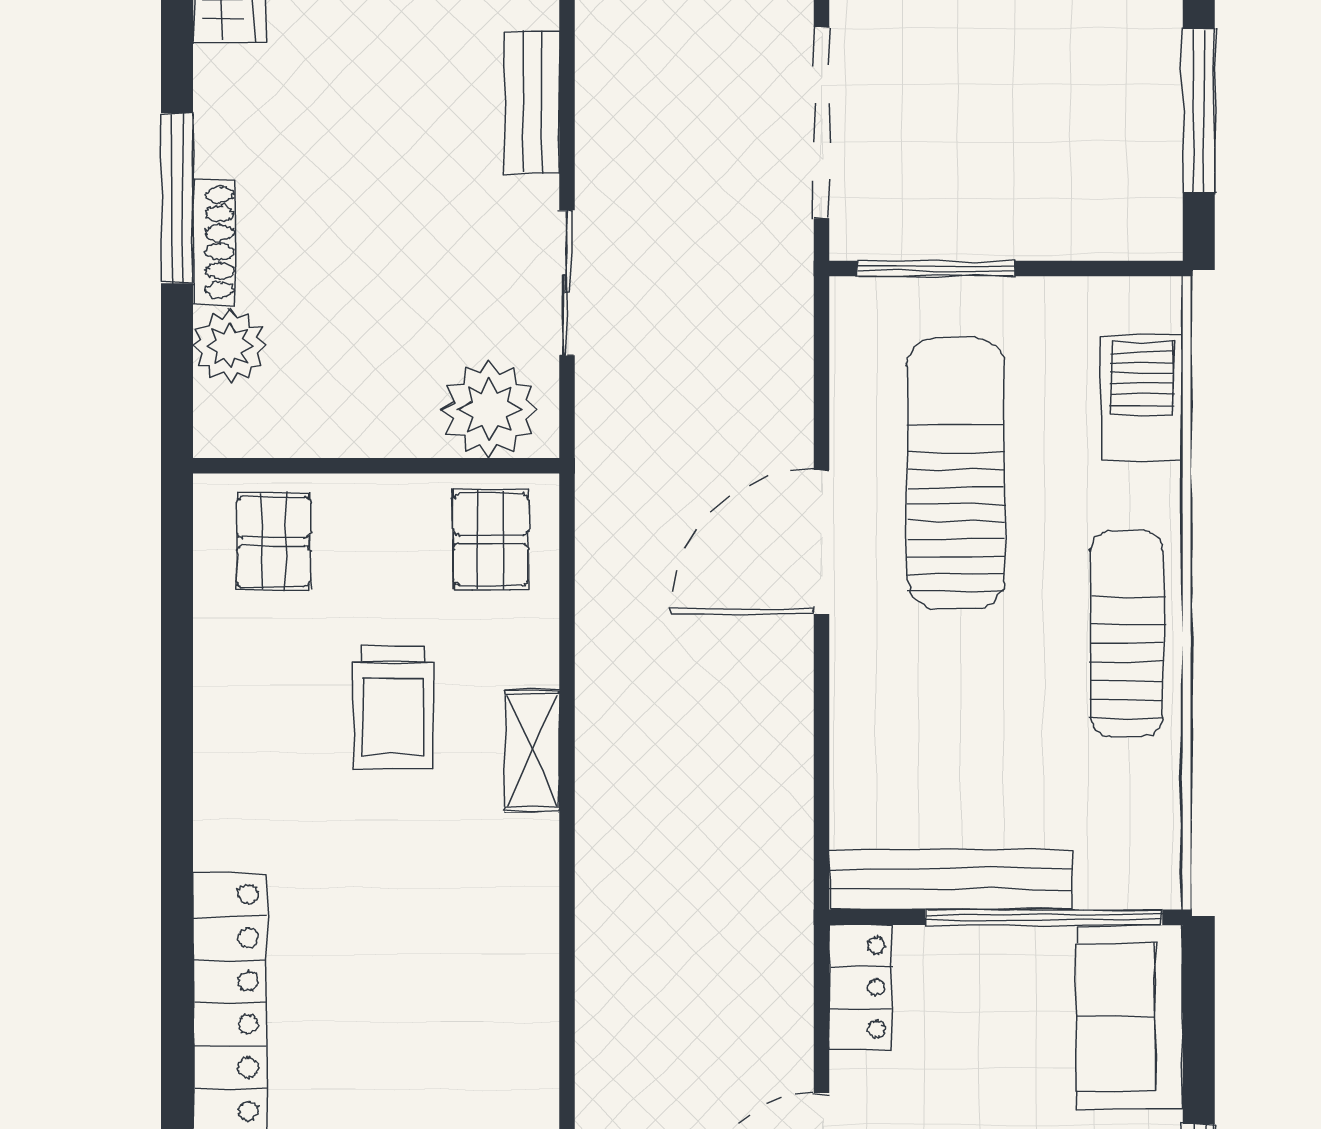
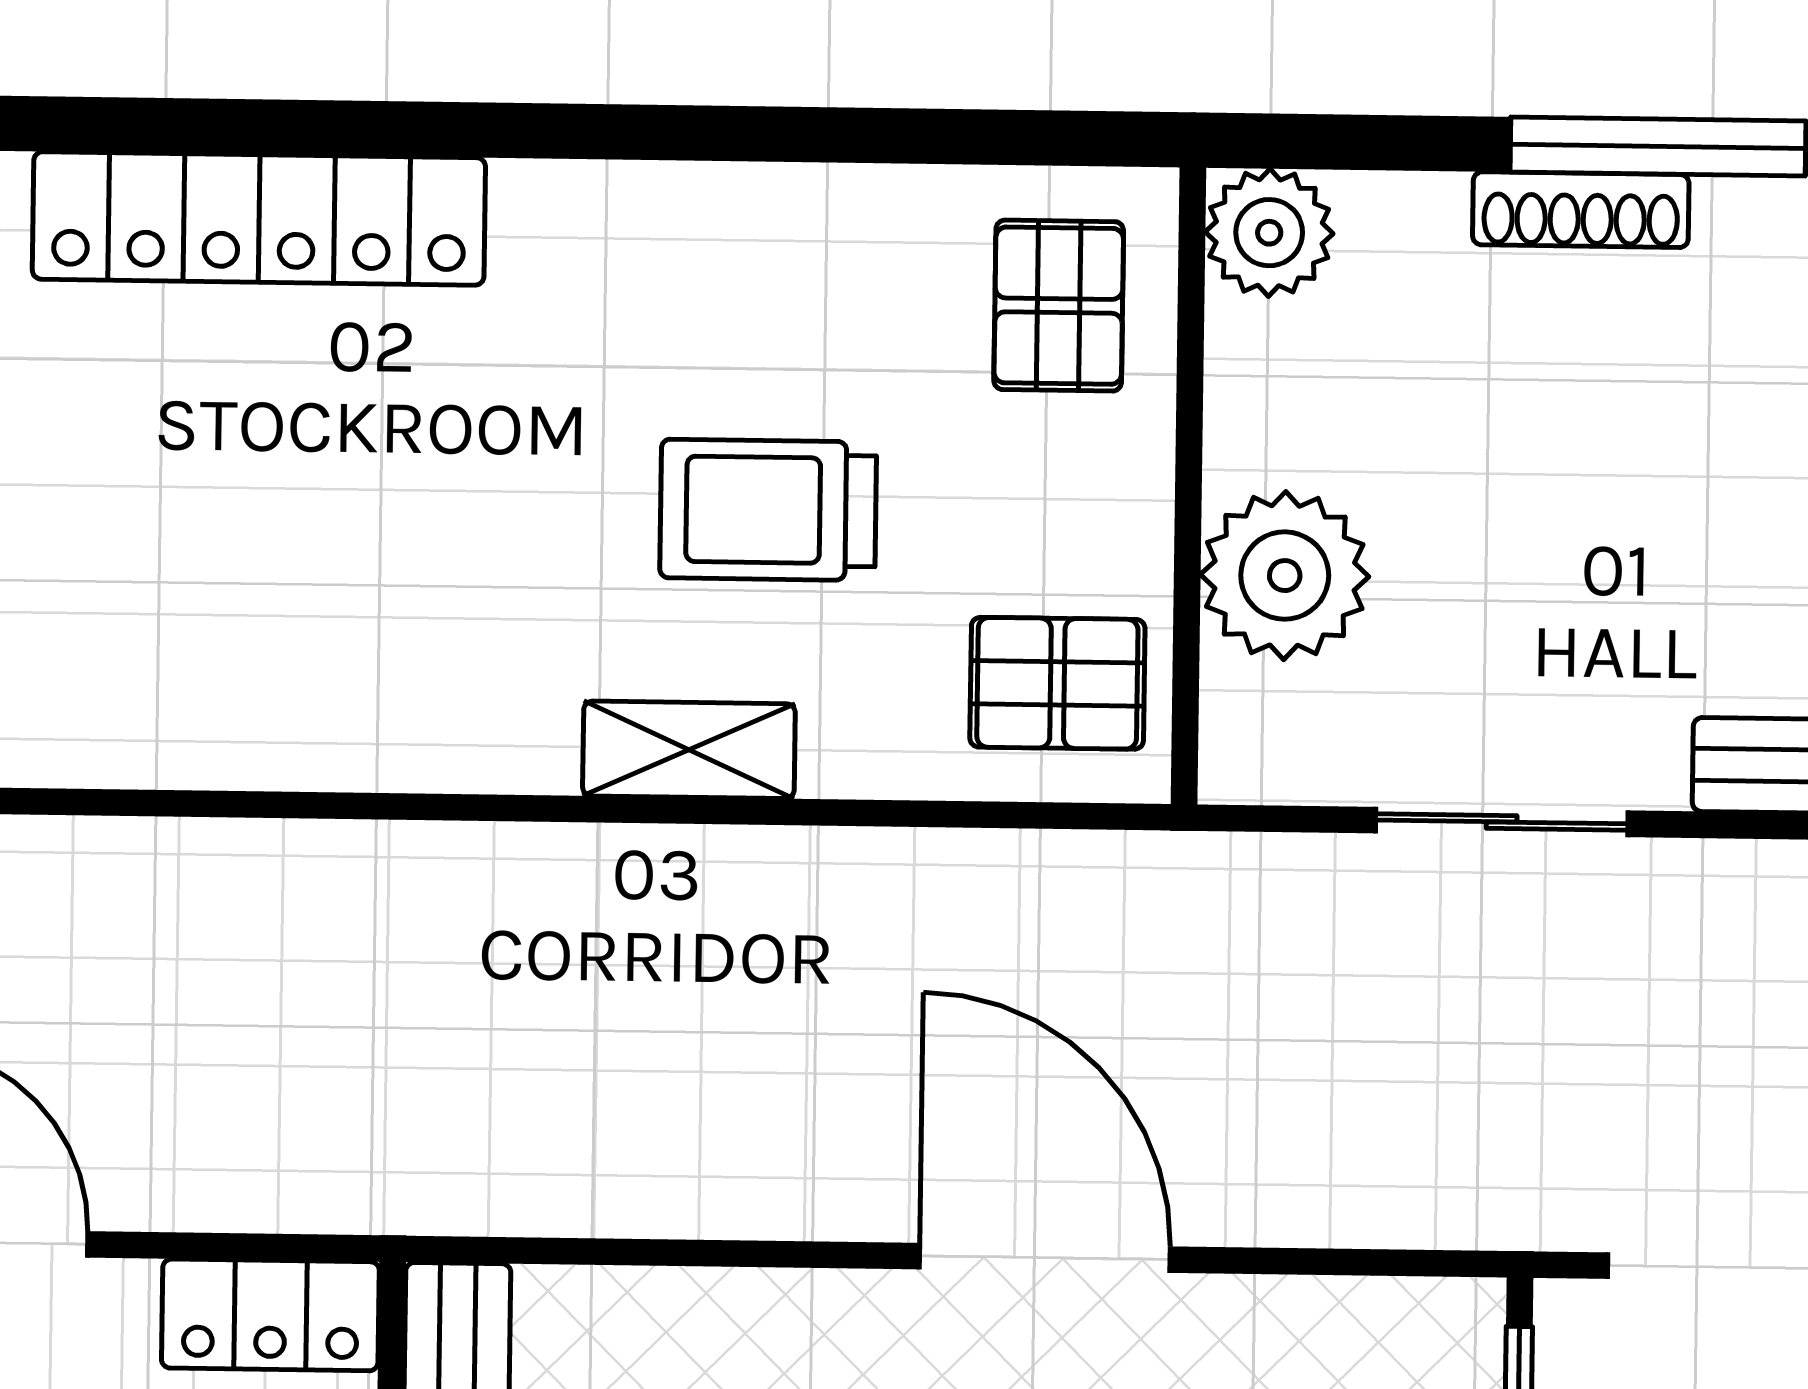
plant: (230, 346) -> (1269, 233), moved
plant: (489, 410) -> (1285, 576), moved
pallet: (273, 542) -> (1059, 306), turned 90

